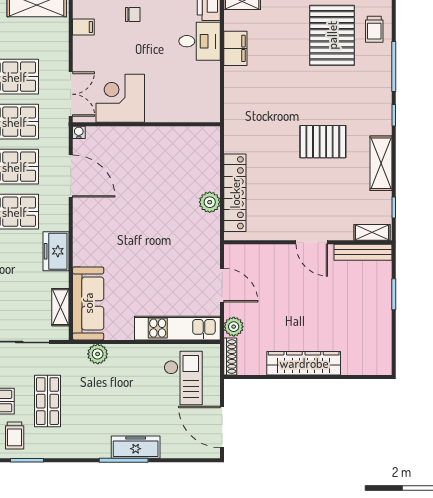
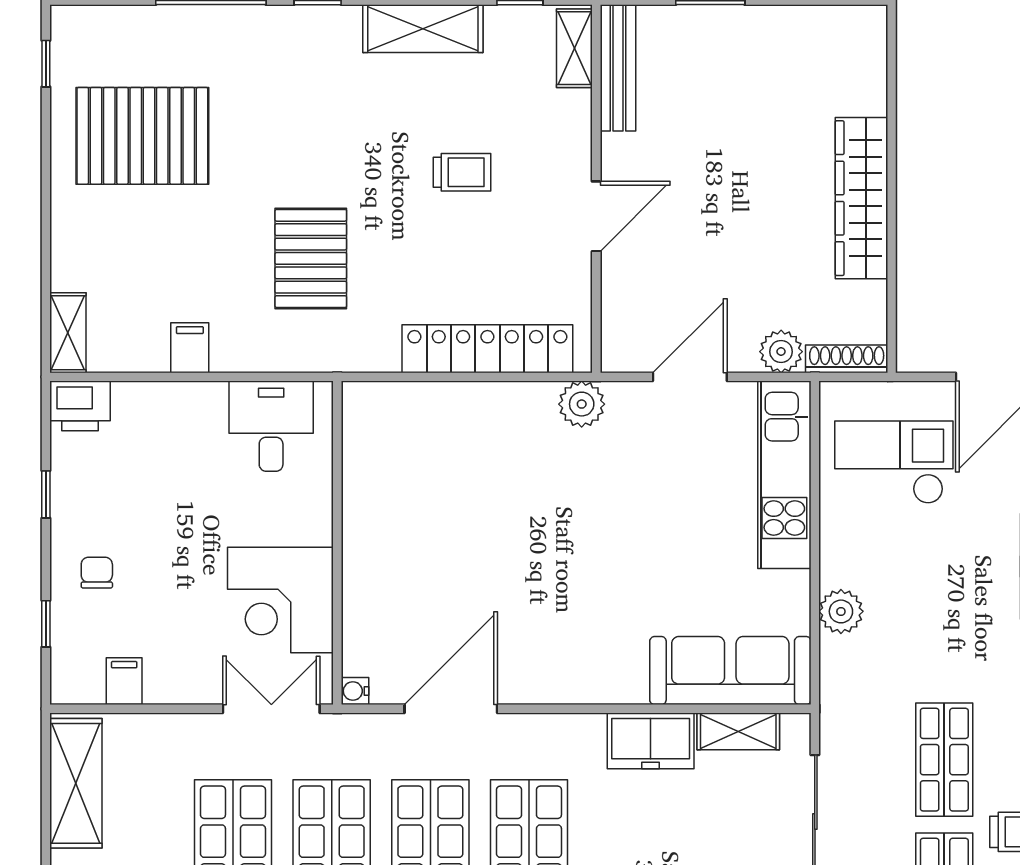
trolley: (374, 29) -> (462, 172), moved
desk: (200, 41) -> (271, 426), moved
filing cabinet: (235, 48) -> (190, 348), width x0.50
pallet: (323, 142) -> (311, 258), moved
plant: (210, 202) -> (582, 404), moved
door: (312, 242) -> (596, 216), moved
freezer: (56, 251) -> (651, 741), moved
plant: (98, 354) -> (841, 611), moved
shop shelf: (47, 401) -> (944, 760), turned 90

